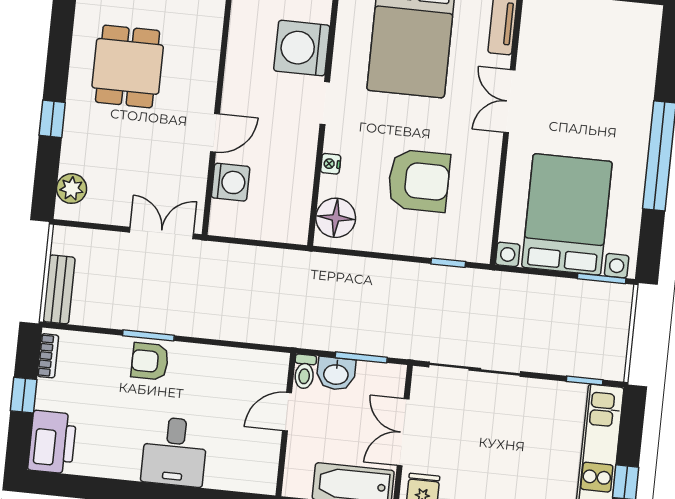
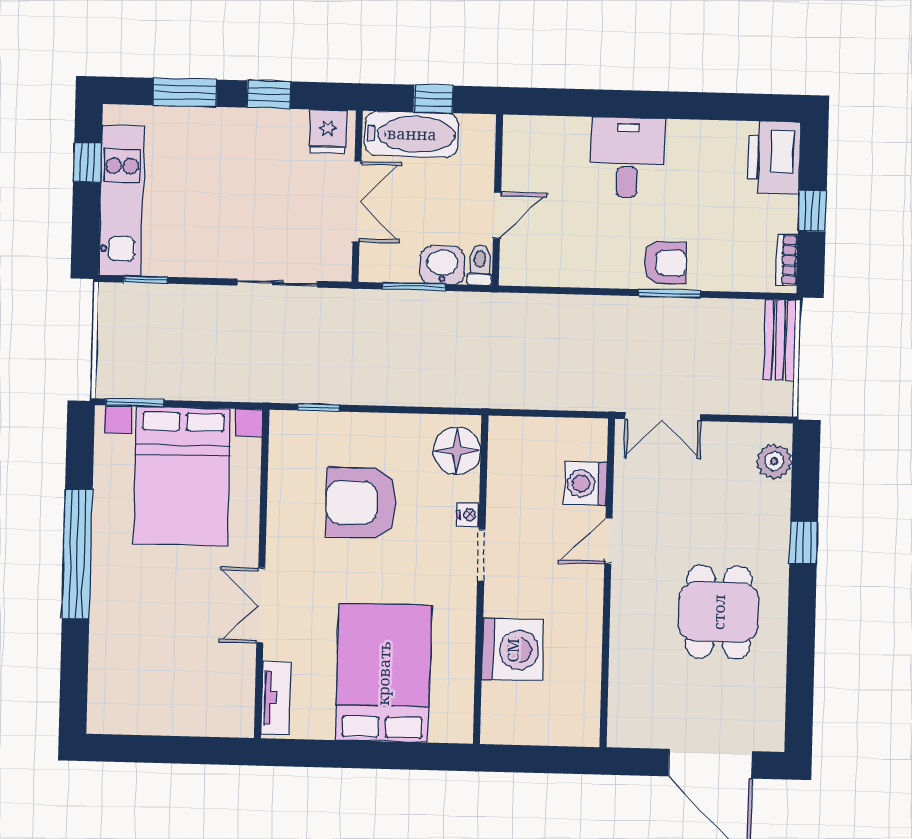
double door: (509, 101) -> (261, 605), swing flipped
doorway: (325, 103) -> (481, 555), moved
sliding door: (475, 369) -> (277, 283), width x0.73

